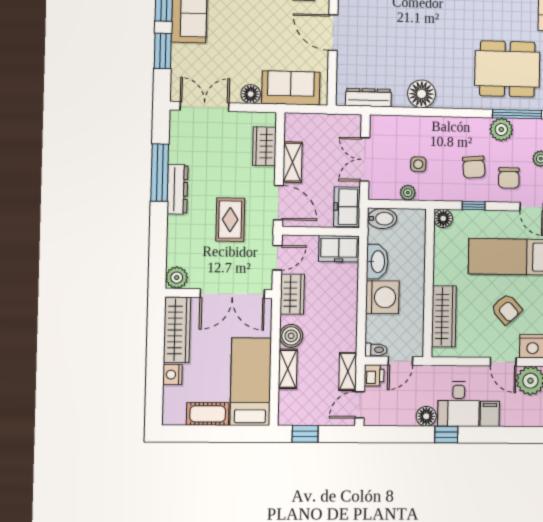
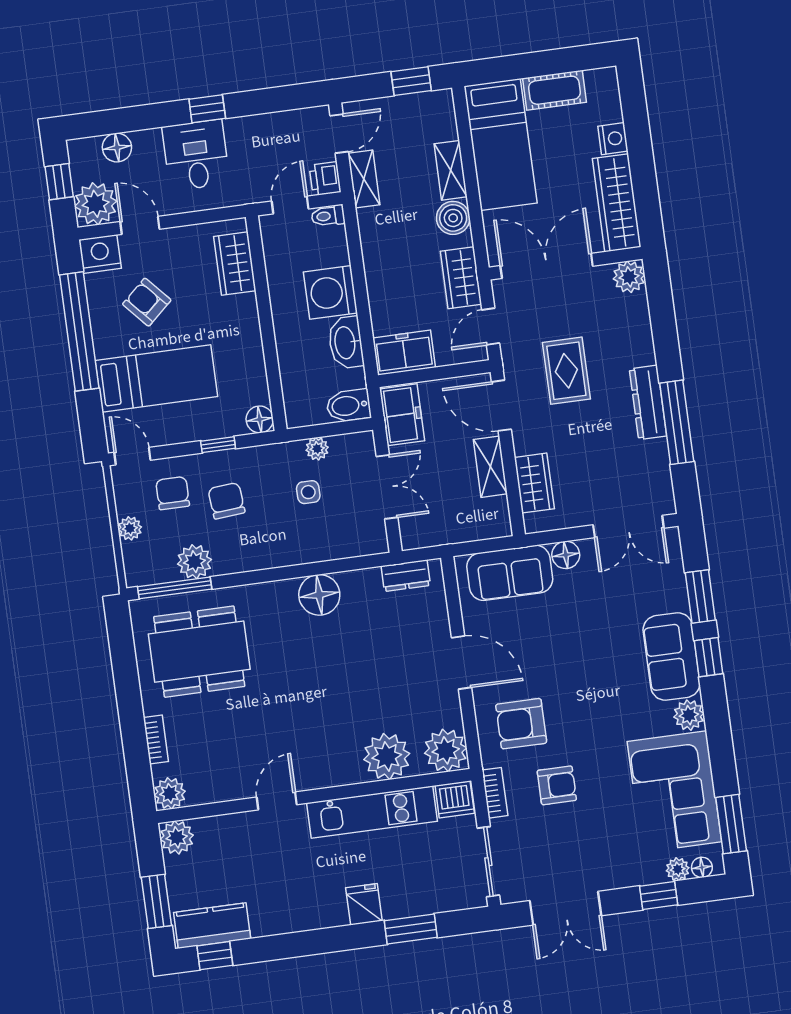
dresser: (368, 98) -> (406, 576), width x0.70
wardrobe: (444, 316) -> (235, 264), width x0.67
filing cabinet: (490, 414) -> (148, 147), removed
floor lamp: (426, 416) -> (117, 148), moved

